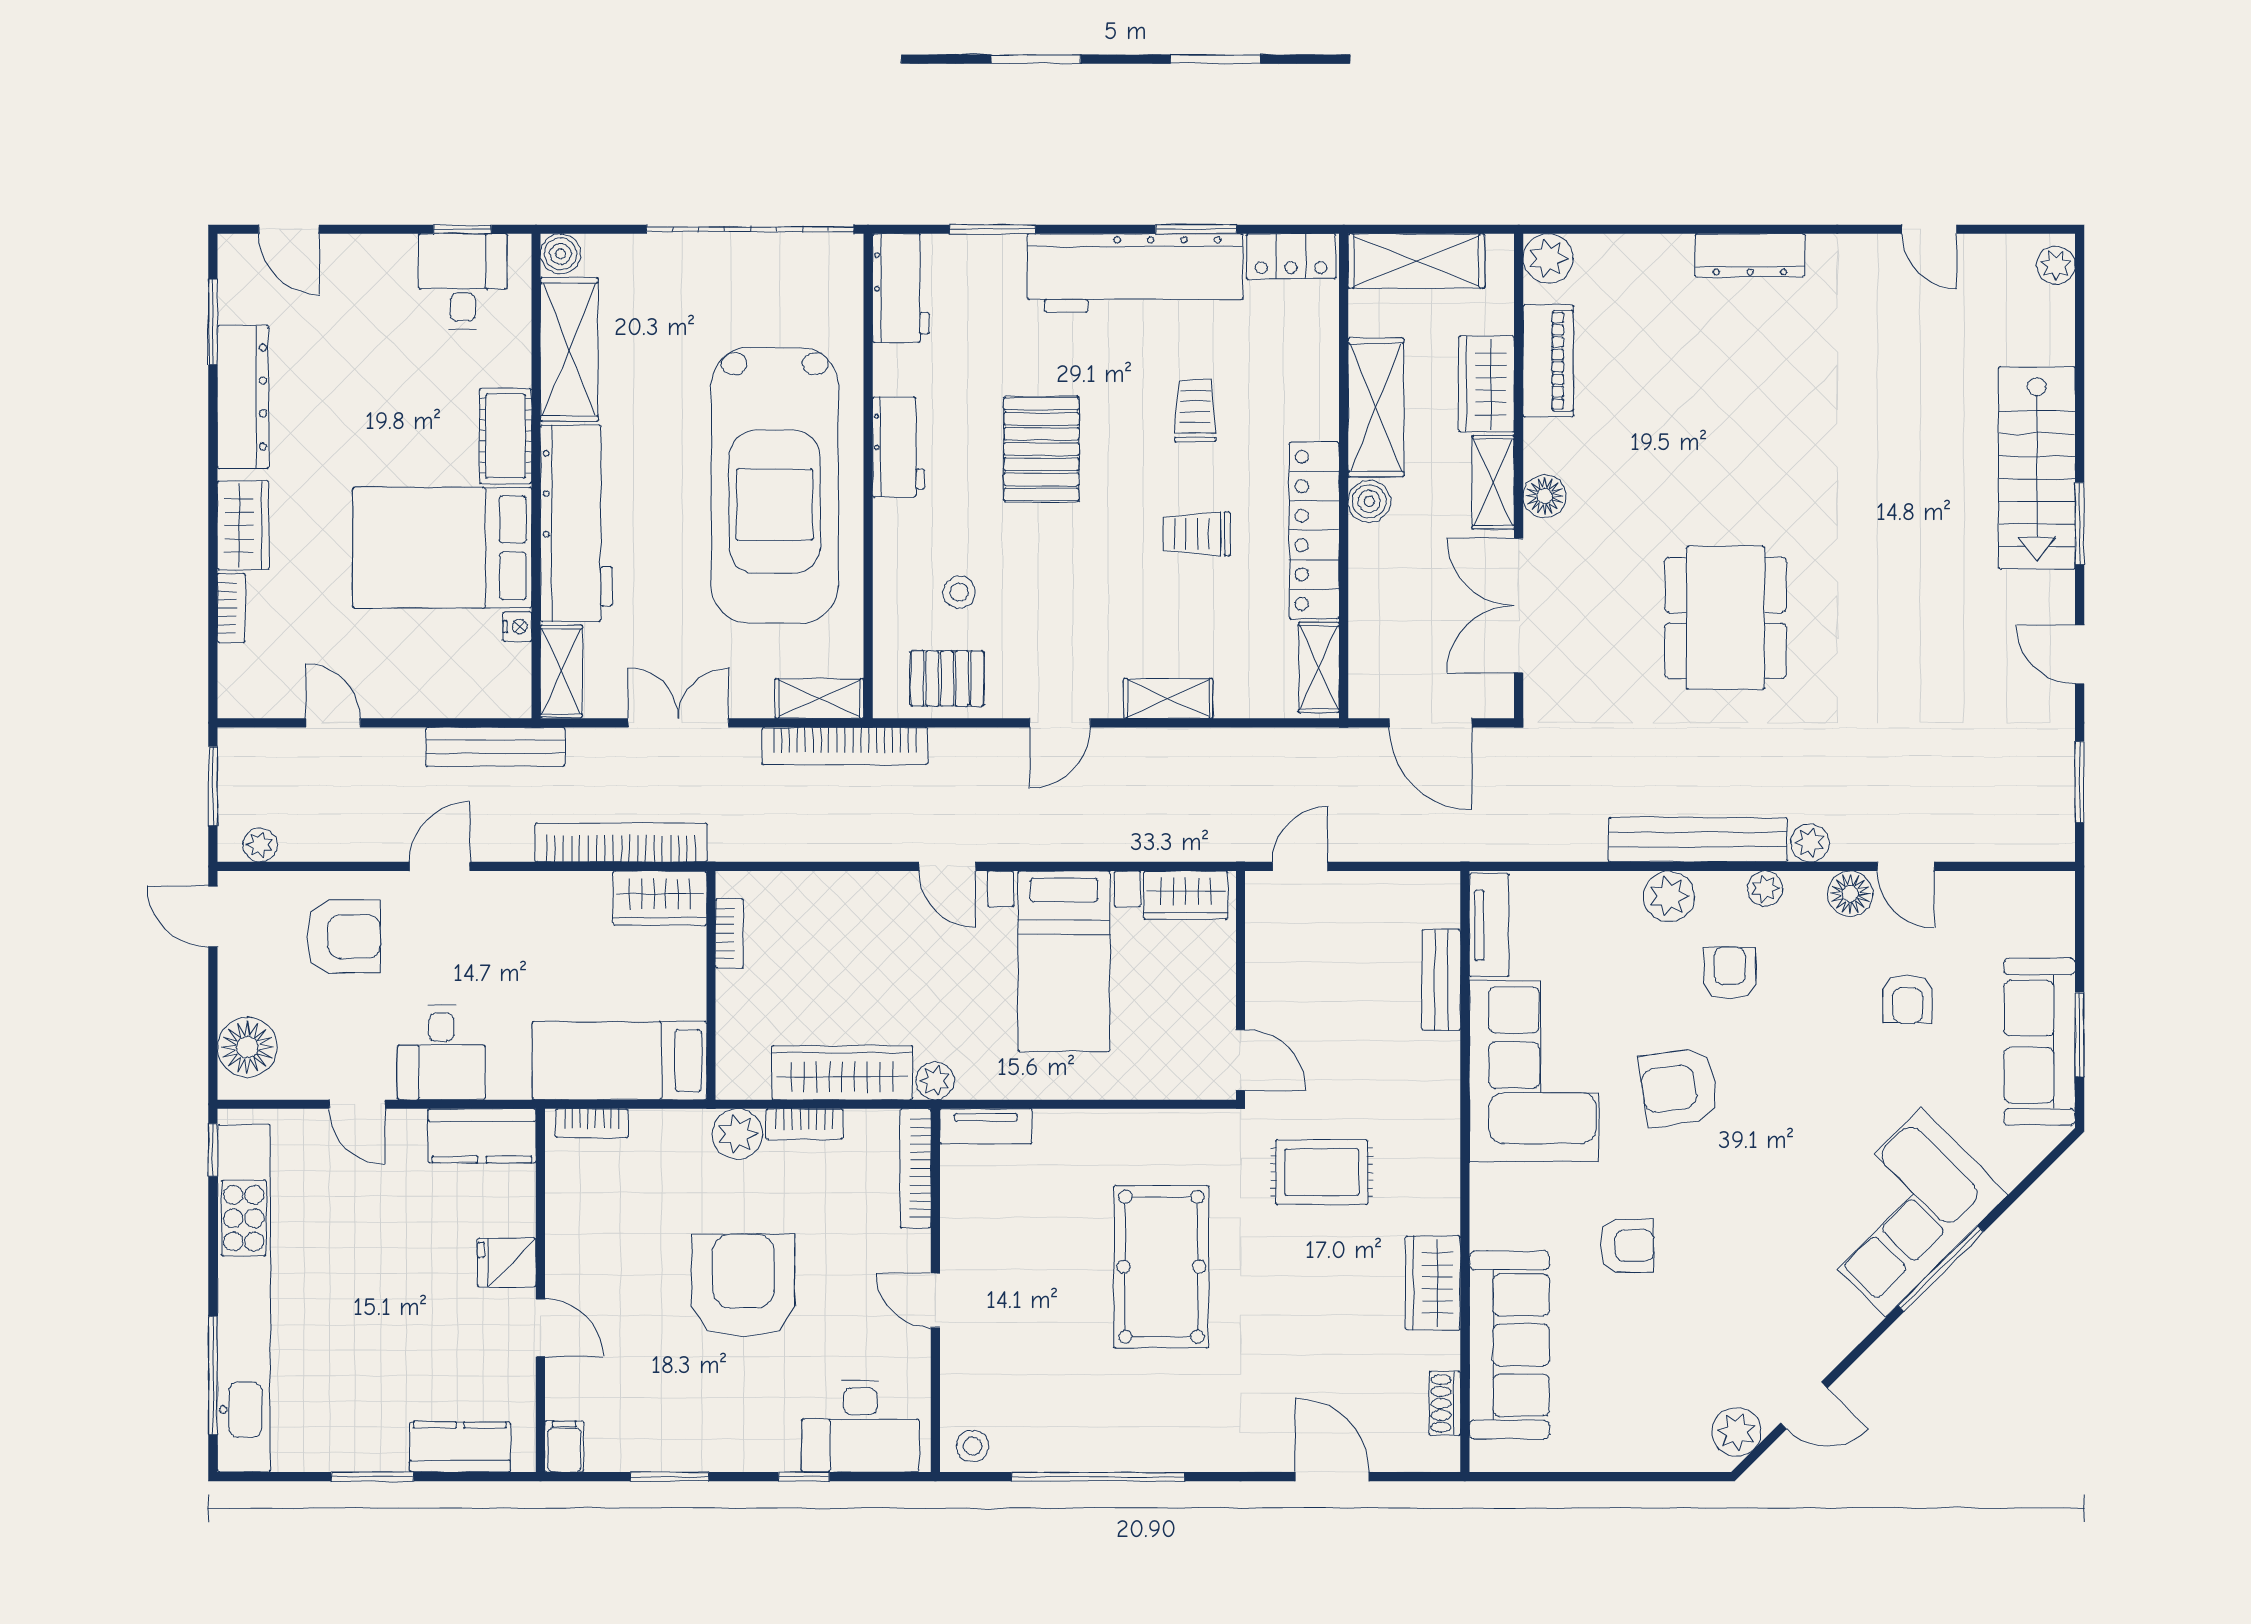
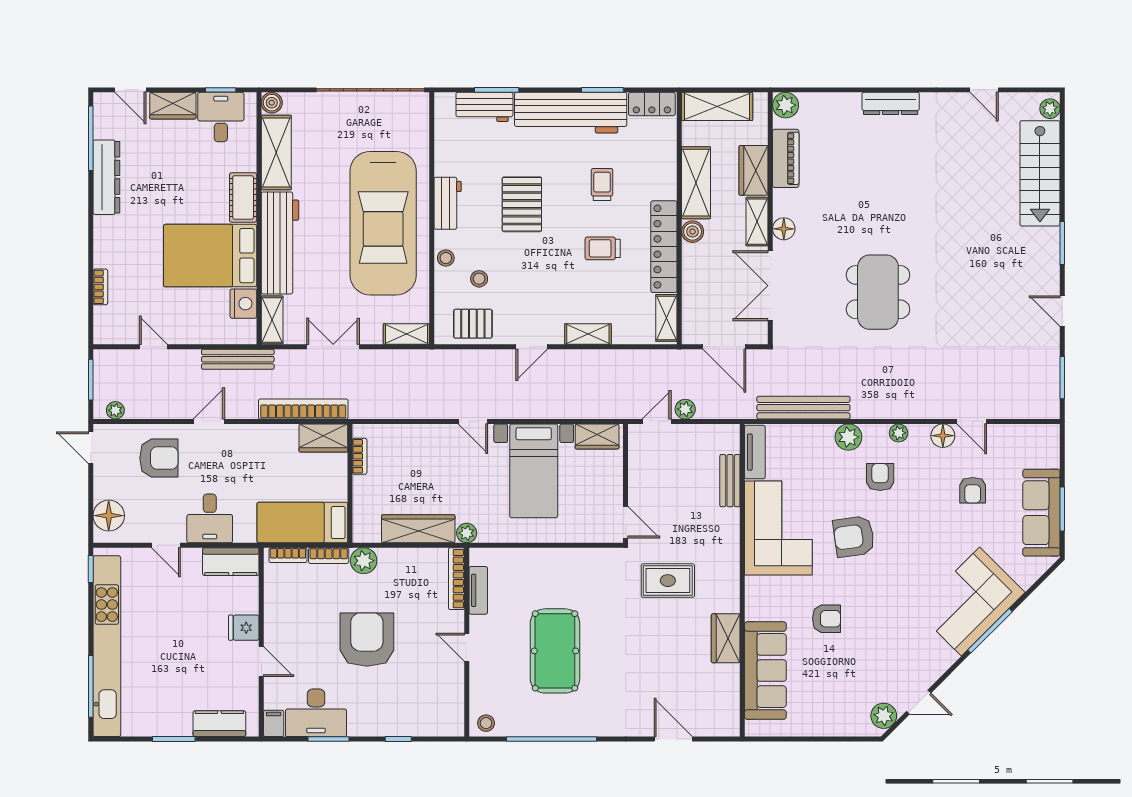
workbench: (901, 288) -> (484, 107), moved, turned 90
window: (213, 322) -> (91, 138), width x1.44
stairs: (2037, 468) -> (1040, 173), moved
wardrobe: (243, 525) -> (173, 106), moved, turned 90
stool: (895, 552) -> (446, 258), added
nightstand: (517, 627) -> (243, 304), width x1.89, depth x1.79
bookcase: (845, 746) -> (420, 359), removed
bench: (1698, 840) -> (803, 408), moved
plant: (1810, 843) -> (685, 409), moved
bookcase: (804, 1124) -> (329, 556), moved
tv unit: (986, 1126) -> (478, 590), moved, turned -90
pool table: (1161, 1267) -> (555, 651), moved
shoe rack: (1445, 1403) -> (732, 701), removed
desk: (860, 1426) -> (316, 713), moved

